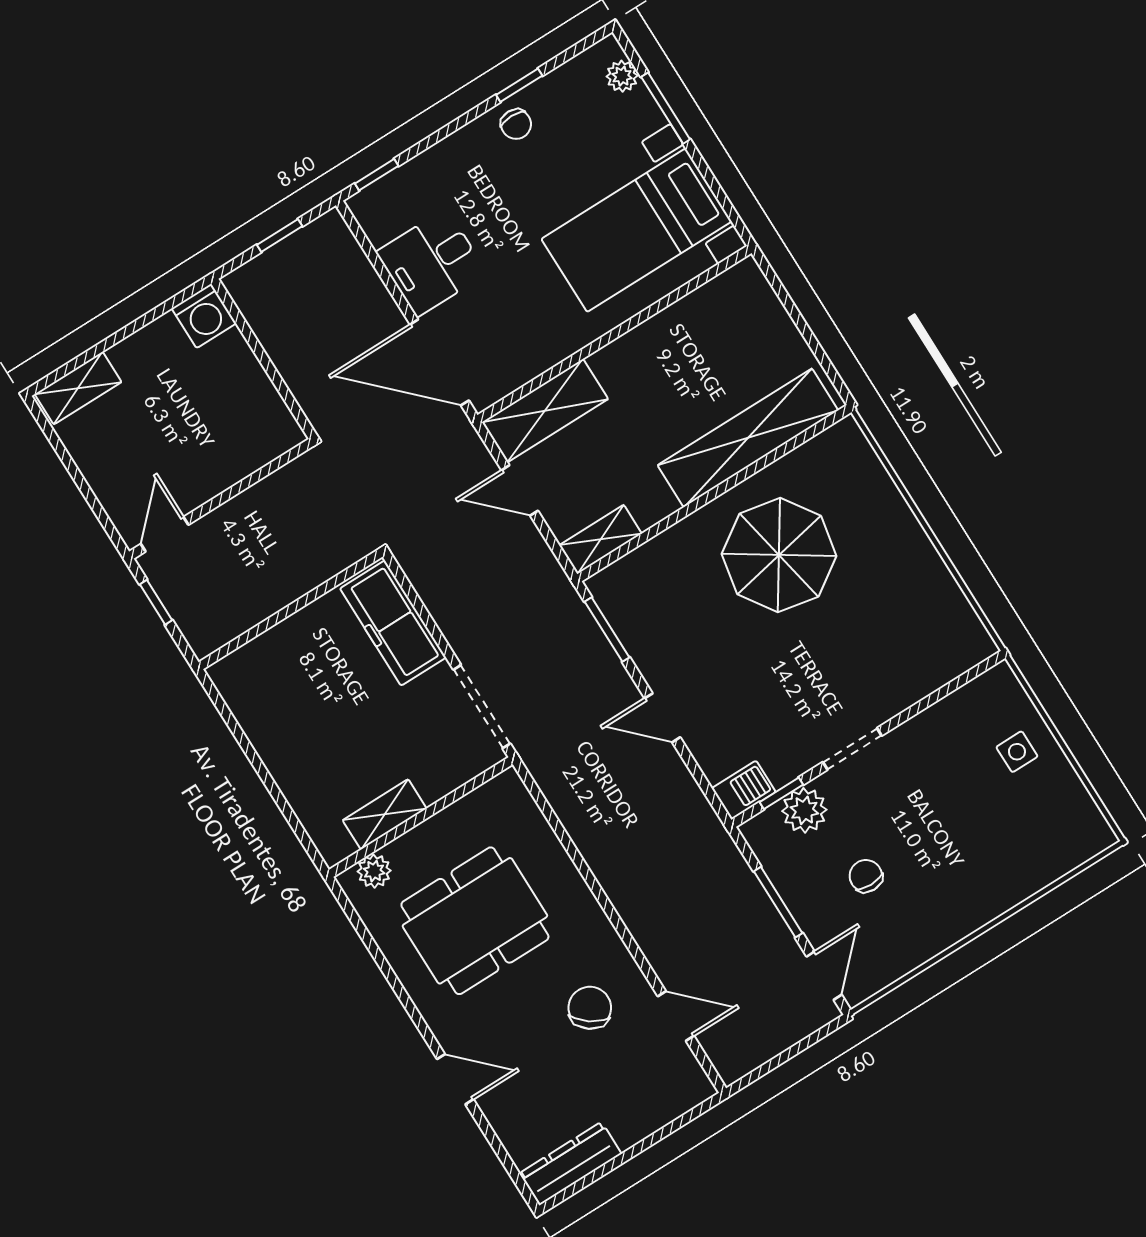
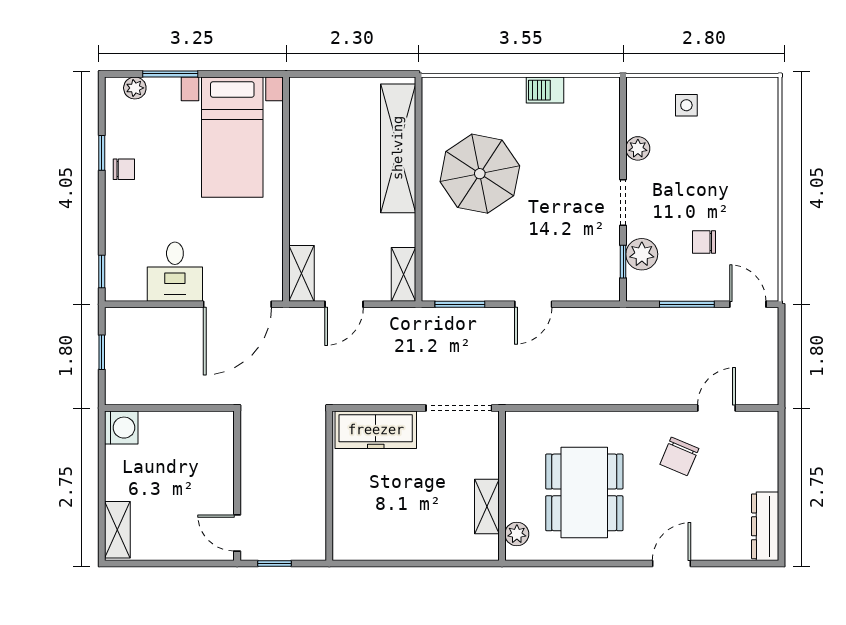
shelving: (545, 411) -> (302, 273), width x0.67, depth x0.75
plant: (928, 726) -> (638, 148), added
barbecue: (744, 790) -> (545, 90), moved, turned -90
chair: (590, 1008) -> (679, 456), turned -103

